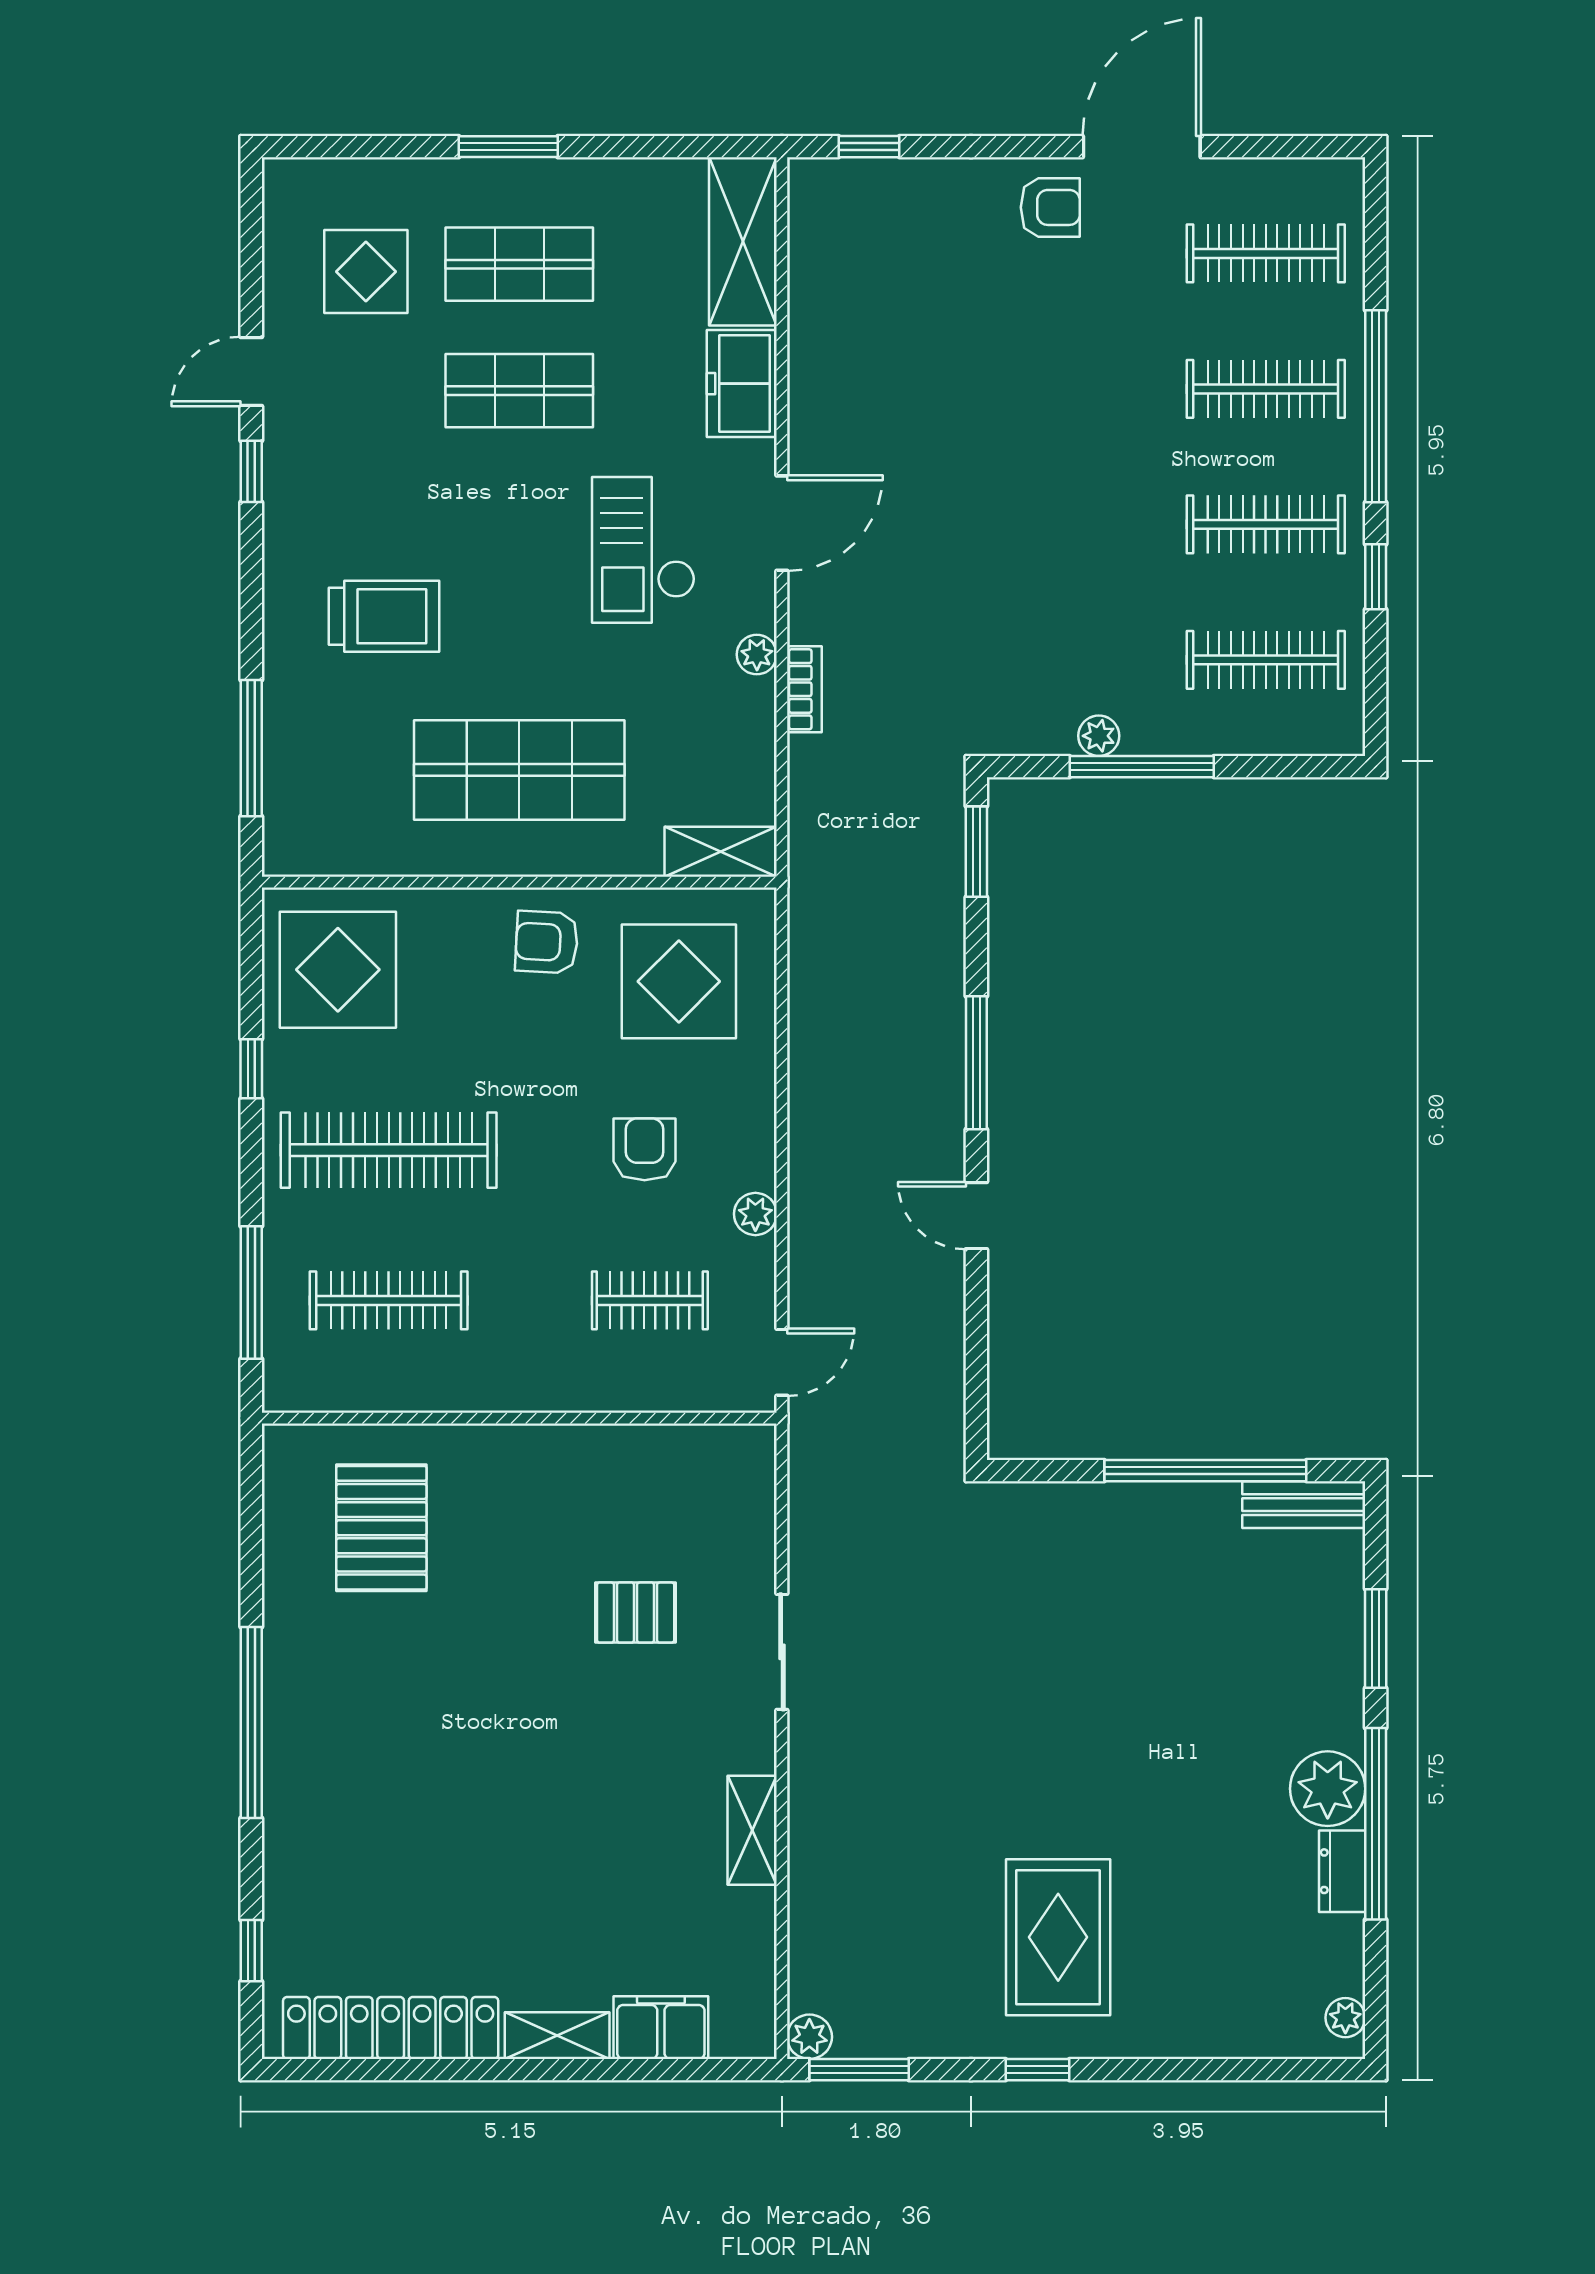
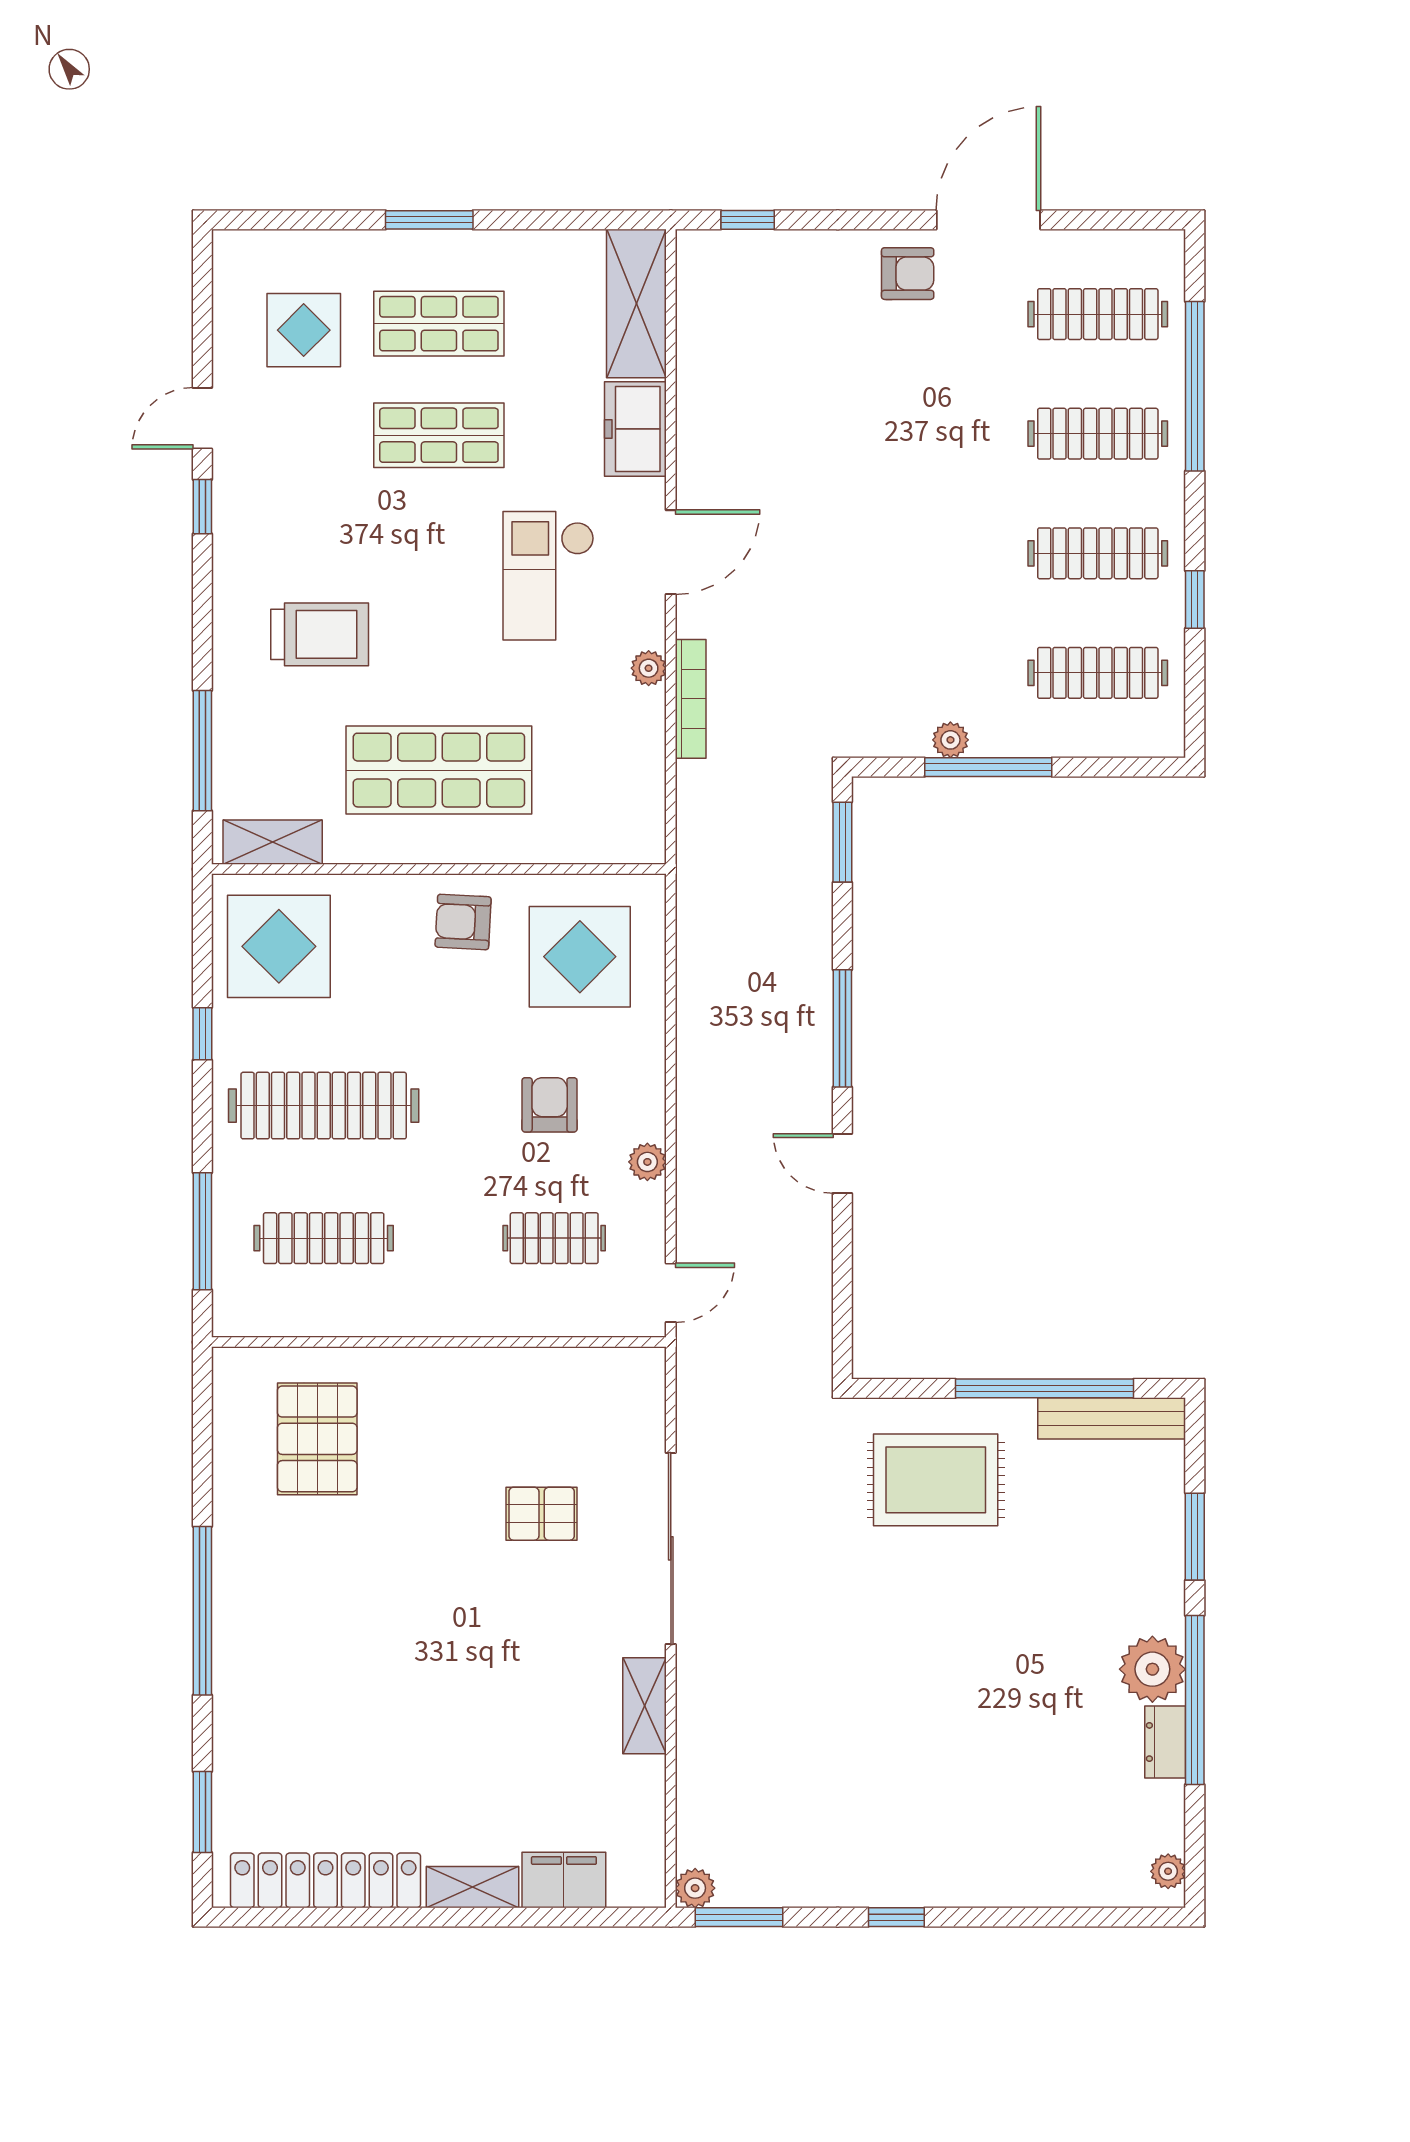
window: (1376, 406) -> (1195, 386), moved
bookcase: (804, 689) -> (691, 699), width x1.56
shelving: (721, 852) -> (273, 842), moved
bench: (1304, 1505) -> (1112, 1418), width x1.36
sliding door: (782, 1652) -> (671, 1548), width x1.86
rug: (1058, 1937) -> (936, 1480), moved, turned 90
window: (251, 1951) -> (202, 1812), width x1.50

